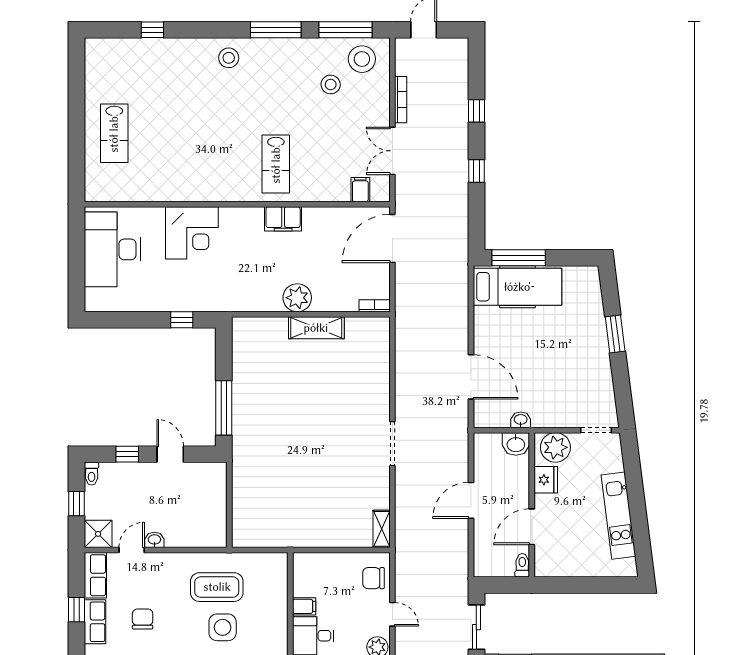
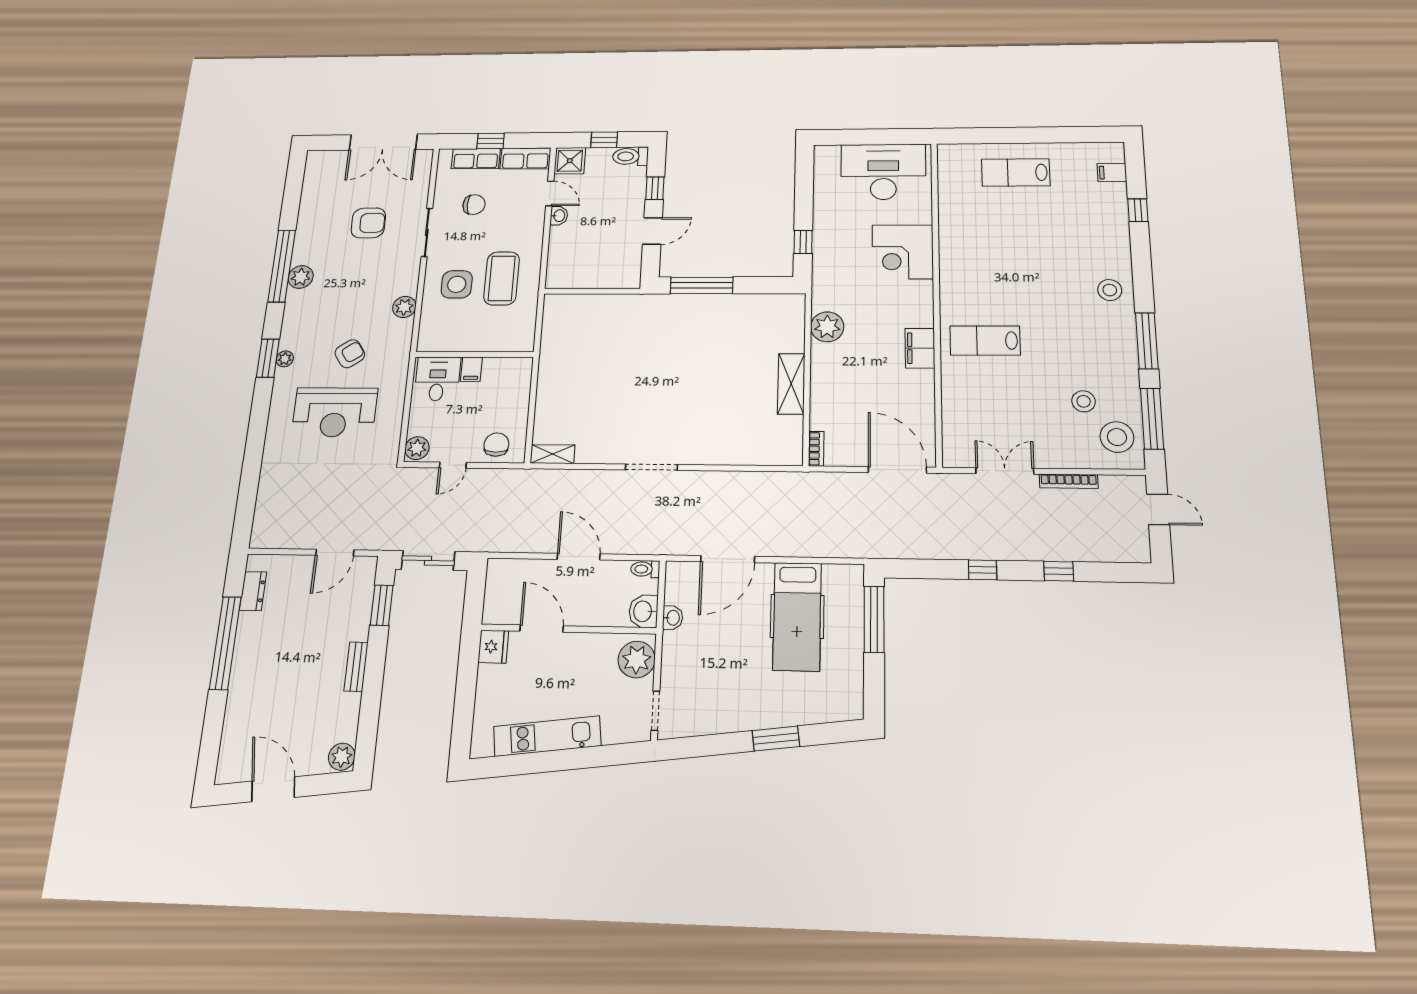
filing cabinet: (360, 190) -> (1112, 172), moved, turned 180
hospital bed: (517, 287) -> (797, 616), moved
plant: (297, 298) -> (827, 327), moved
toilet: (92, 474) -> (630, 156), width x1.37, depth x1.39
fridge: (546, 480) -> (493, 647), moved, turned -90
toilet: (522, 565) -> (645, 569), moved, turned 180

